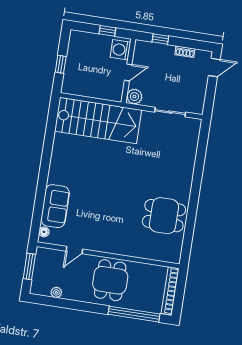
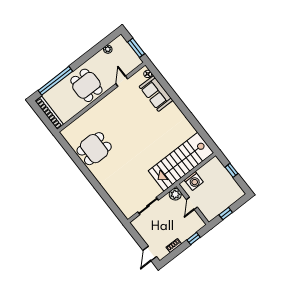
washing machine: (120, 50) -> (194, 181), moved, turned 90

